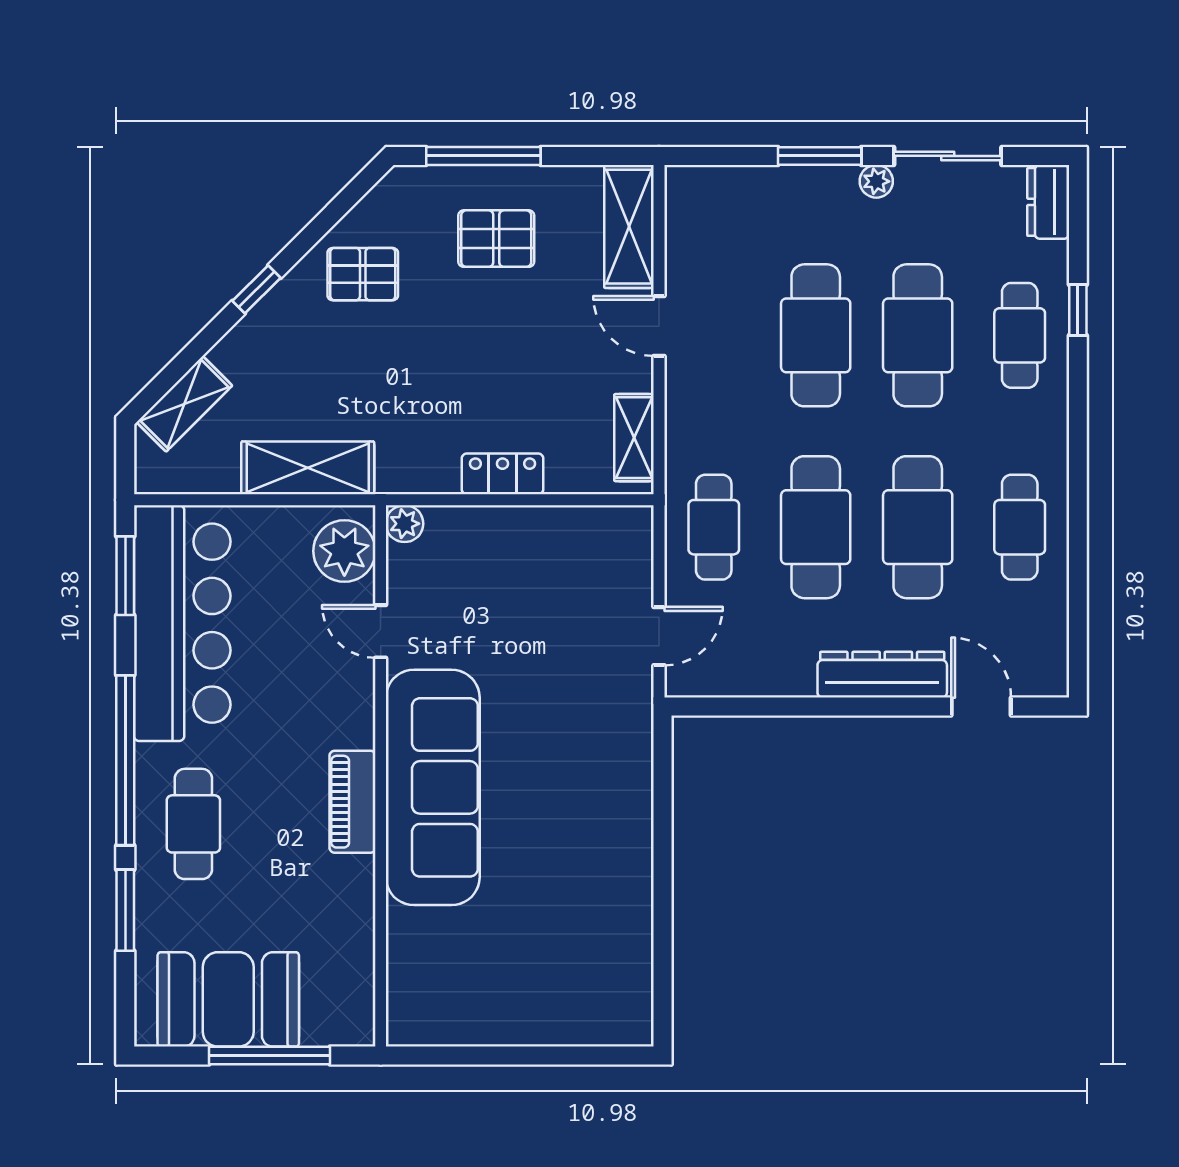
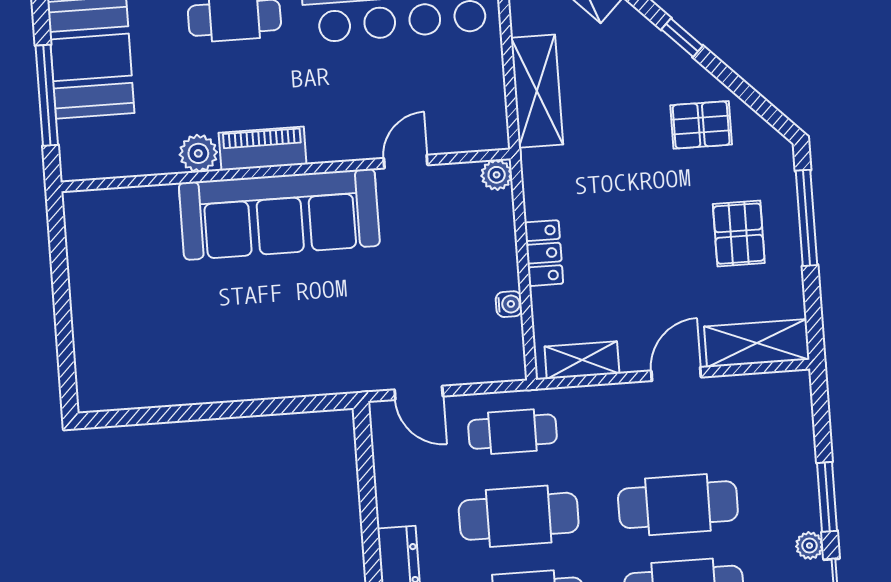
pallet: (363, 274) -> (701, 125), turned 90
water cooler: (561, 520) -> (509, 304), added
plant: (344, 551) -> (198, 153), moved, width x0.73, depth x0.73

